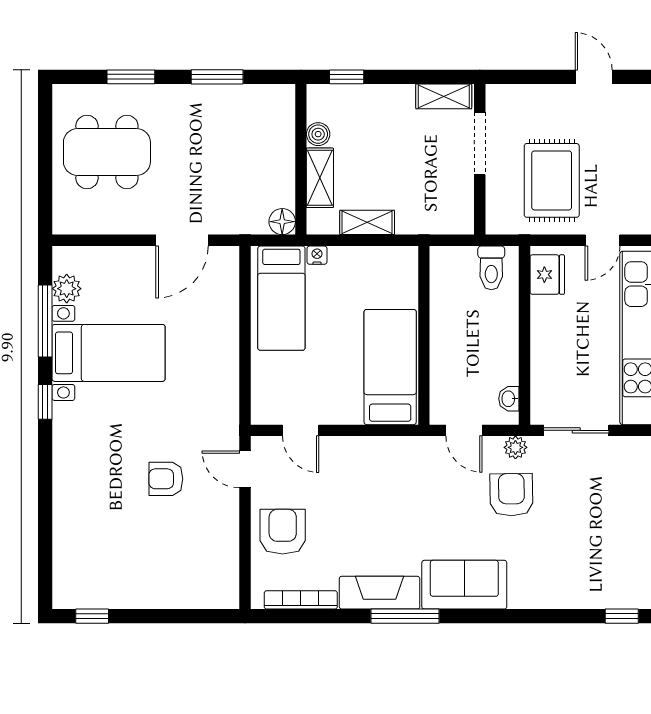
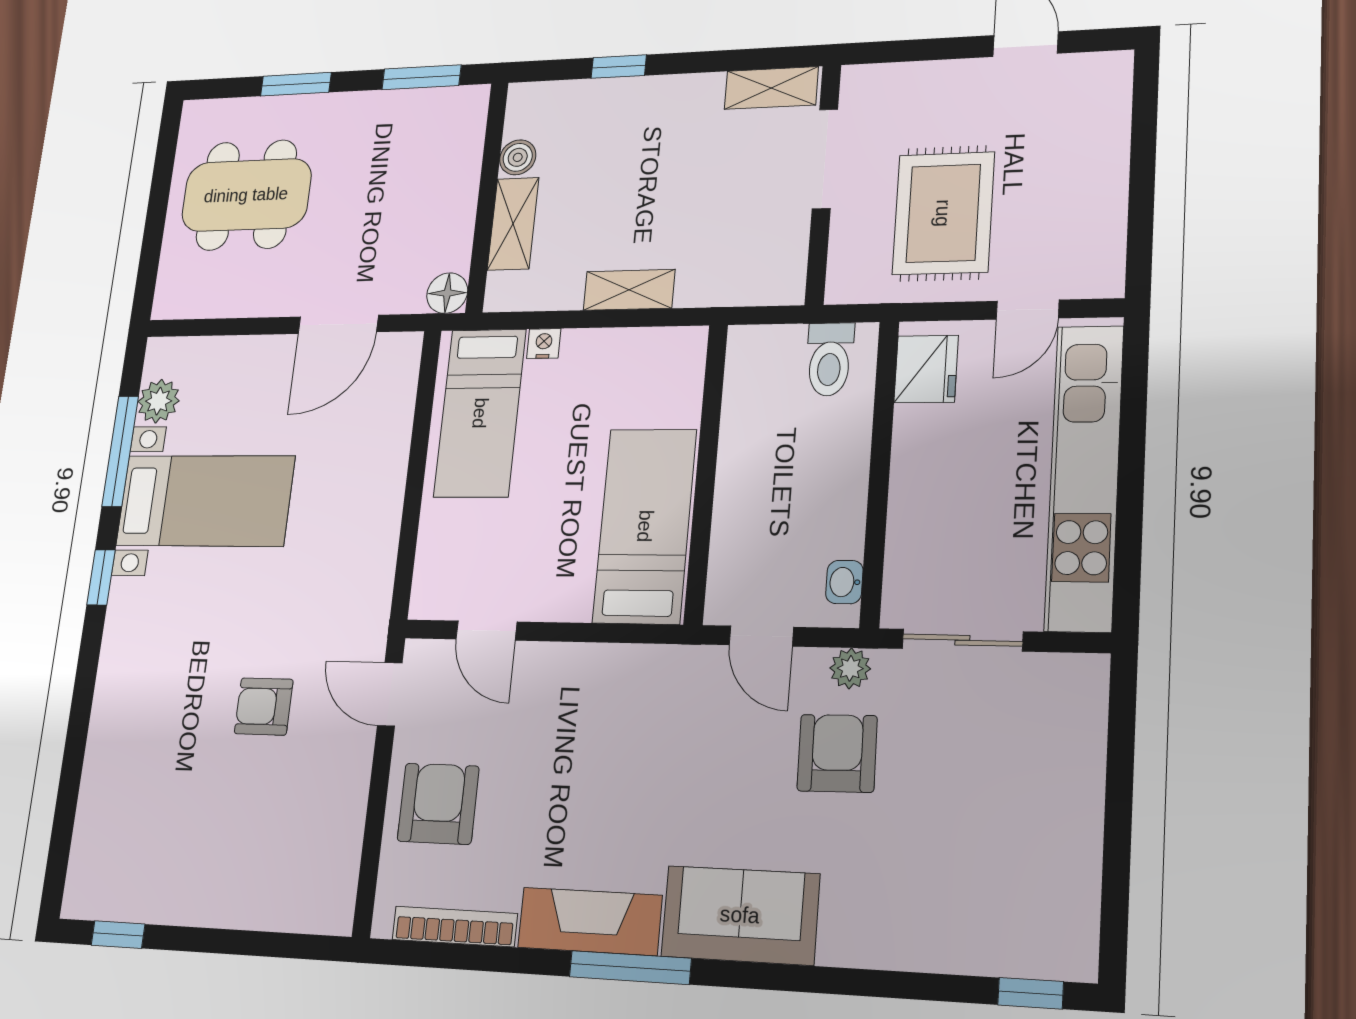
boiler: (318, 134) -> (518, 157), moved
wall: (301, 159) -> (487, 196), moved
shelving: (320, 178) -> (513, 224), moved
floor lamp: (282, 222) -> (447, 293), moved

